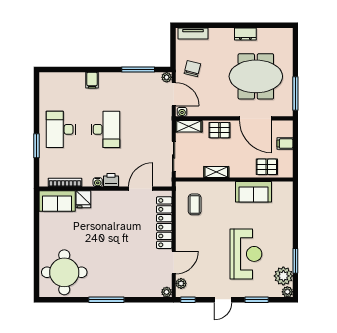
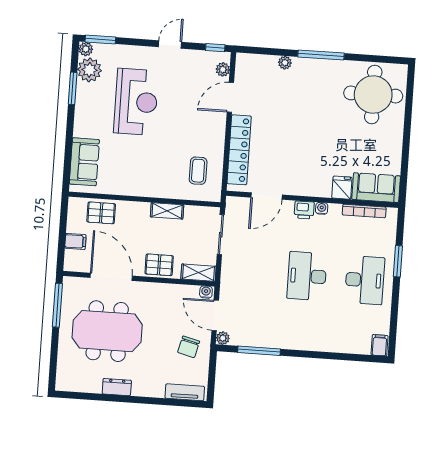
filing cabinet: (92, 80) -> (380, 345), moved
sofa: (253, 192) -> (84, 162), moved, turned 90
reception desk: (246, 254) -> (136, 102), turned 180
plant: (167, 292) -> (285, 63), moved
window: (257, 300) -> (100, 40), moved

